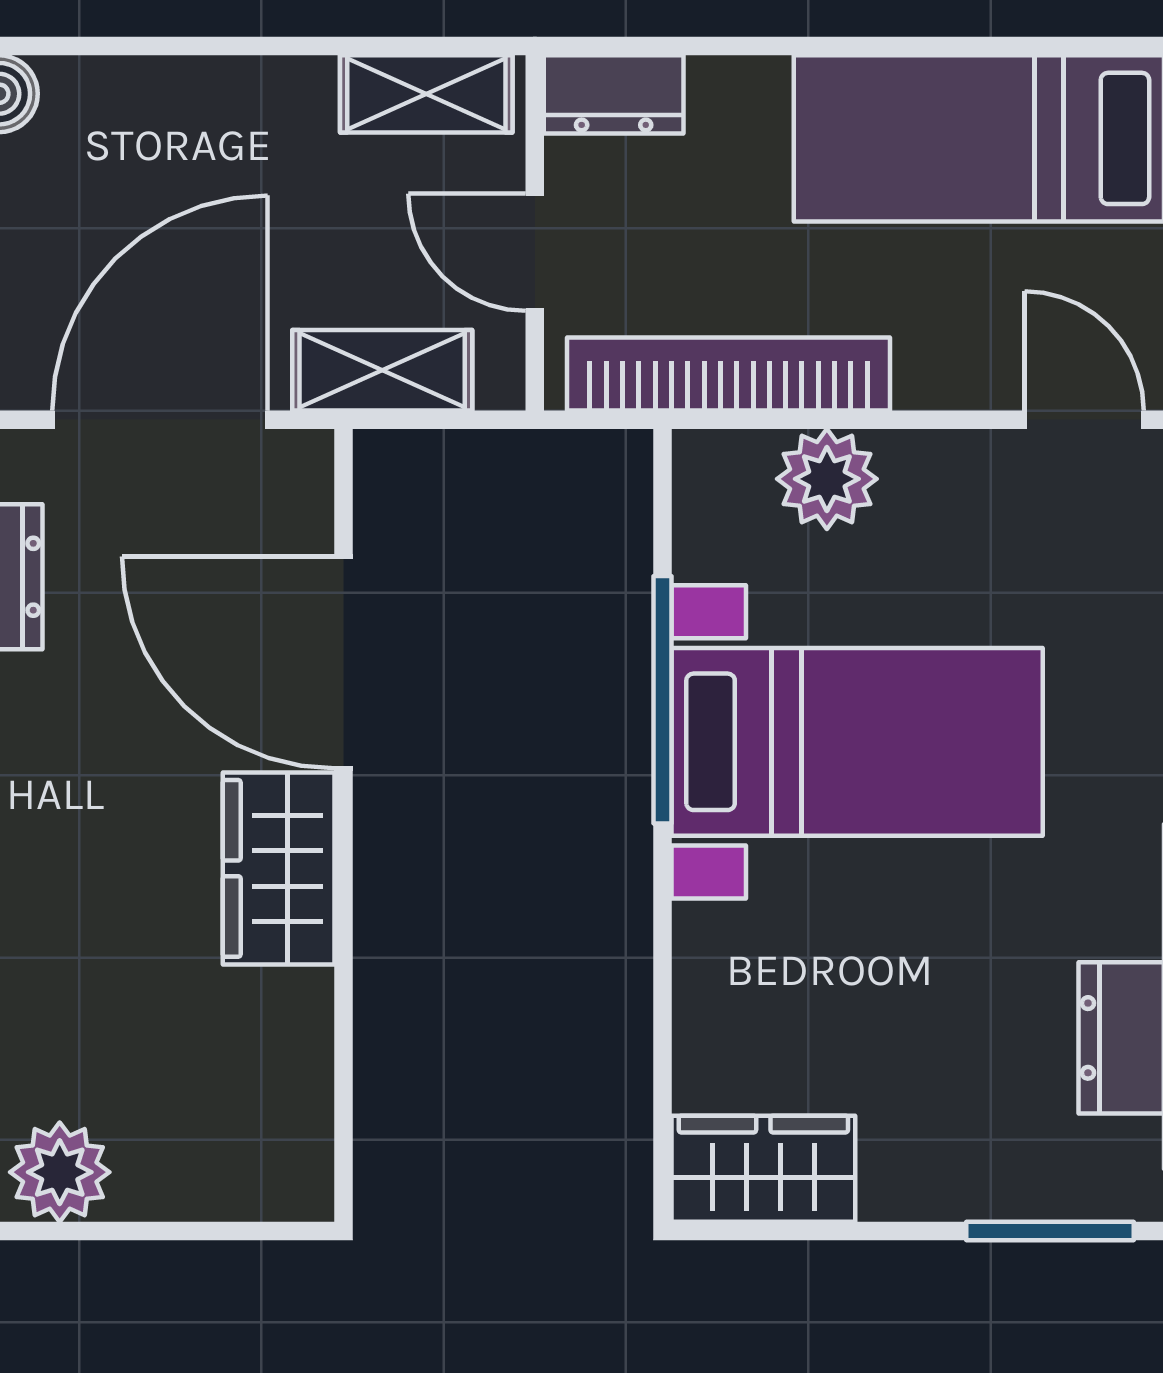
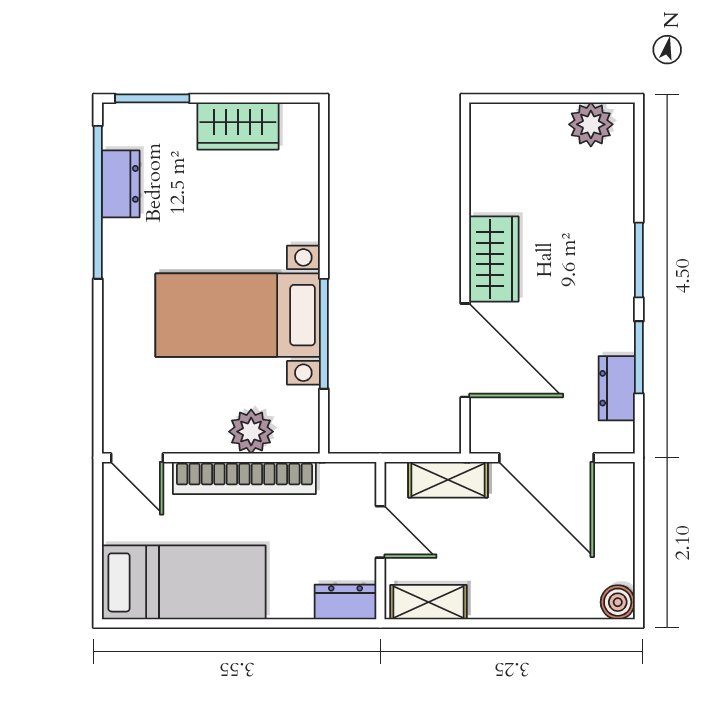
bookcase: (729, 374) -> (244, 478), moved
door: (160, 420) -> (546, 458), hinge flipped
wardrobe: (763, 1169) -> (238, 126), moved

